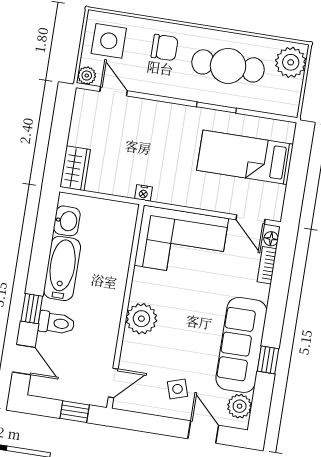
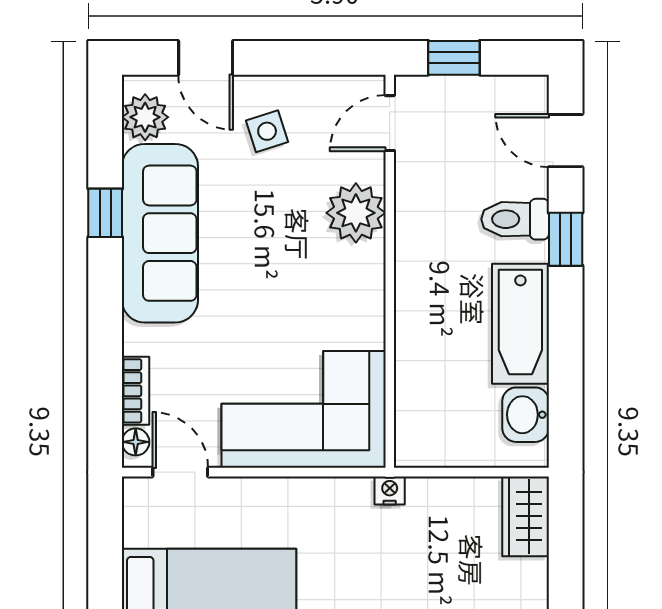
plant: (141, 319) -> (356, 213), moved

